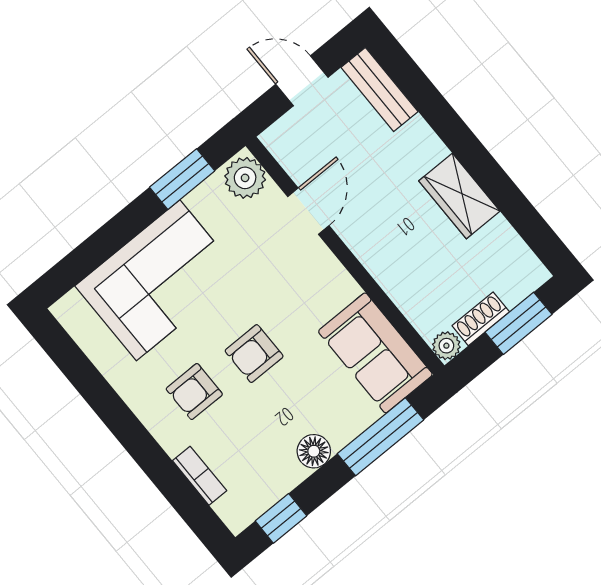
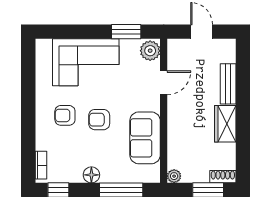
bench: (379, 89) -> (228, 84), moved
shoe rack: (481, 319) -> (223, 177), moved
sofa: (375, 353) -> (145, 138), moved
bookcase: (200, 476) -> (41, 165), moved

